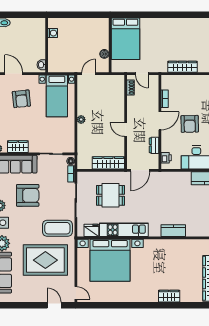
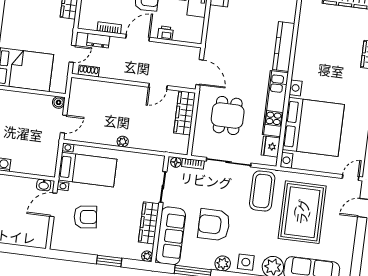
boiler: (104, 54) -> (59, 102), moved
door: (14, 74) -> (53, 205), moved
door: (89, 74) -> (64, 124), swing flipped
door: (160, 121) -> (138, 38), hinge flipped
door: (126, 129) -> (158, 86), moved
dresser: (154, 145) -> (98, 41), moved
wardrobe: (18, 147) -> (149, 223), width x1.50
printer: (166, 158) -> (165, 33), moved
armchair: (28, 195) -> (214, 225), turned -90
kitchen counter: (173, 231) -> (284, 46), width x1.50

